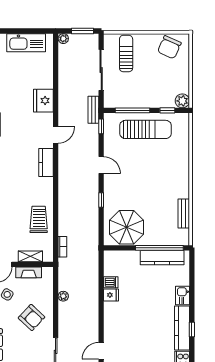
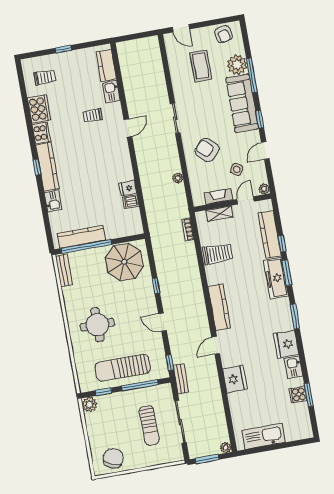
sun lounger: (126, 54) -> (149, 425), moved
kitchen counter: (46, 162) -> (219, 307), width x1.50
round table: (162, 174) -> (97, 325), added
bench: (184, 213) -> (64, 270), moved
trolley: (39, 219) -> (218, 254), turned -90

